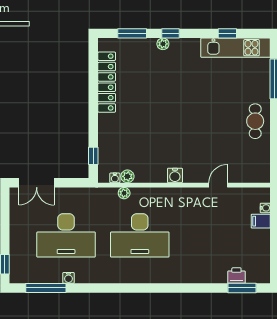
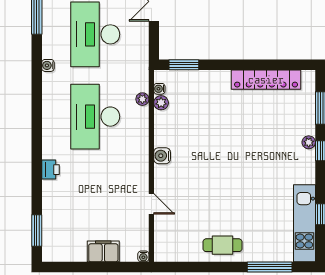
window: (93, 156) -> (184, 65), width x1.50
water cooler: (265, 208) -> (143, 256), moved
filing cabinet: (261, 221) -> (103, 251), width x2.00
printer: (236, 276) -> (51, 170), moved
water cooler: (69, 278) -> (48, 65), moved

